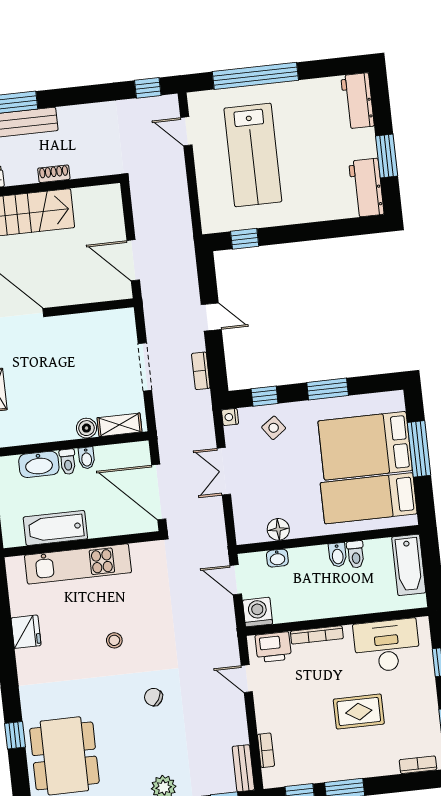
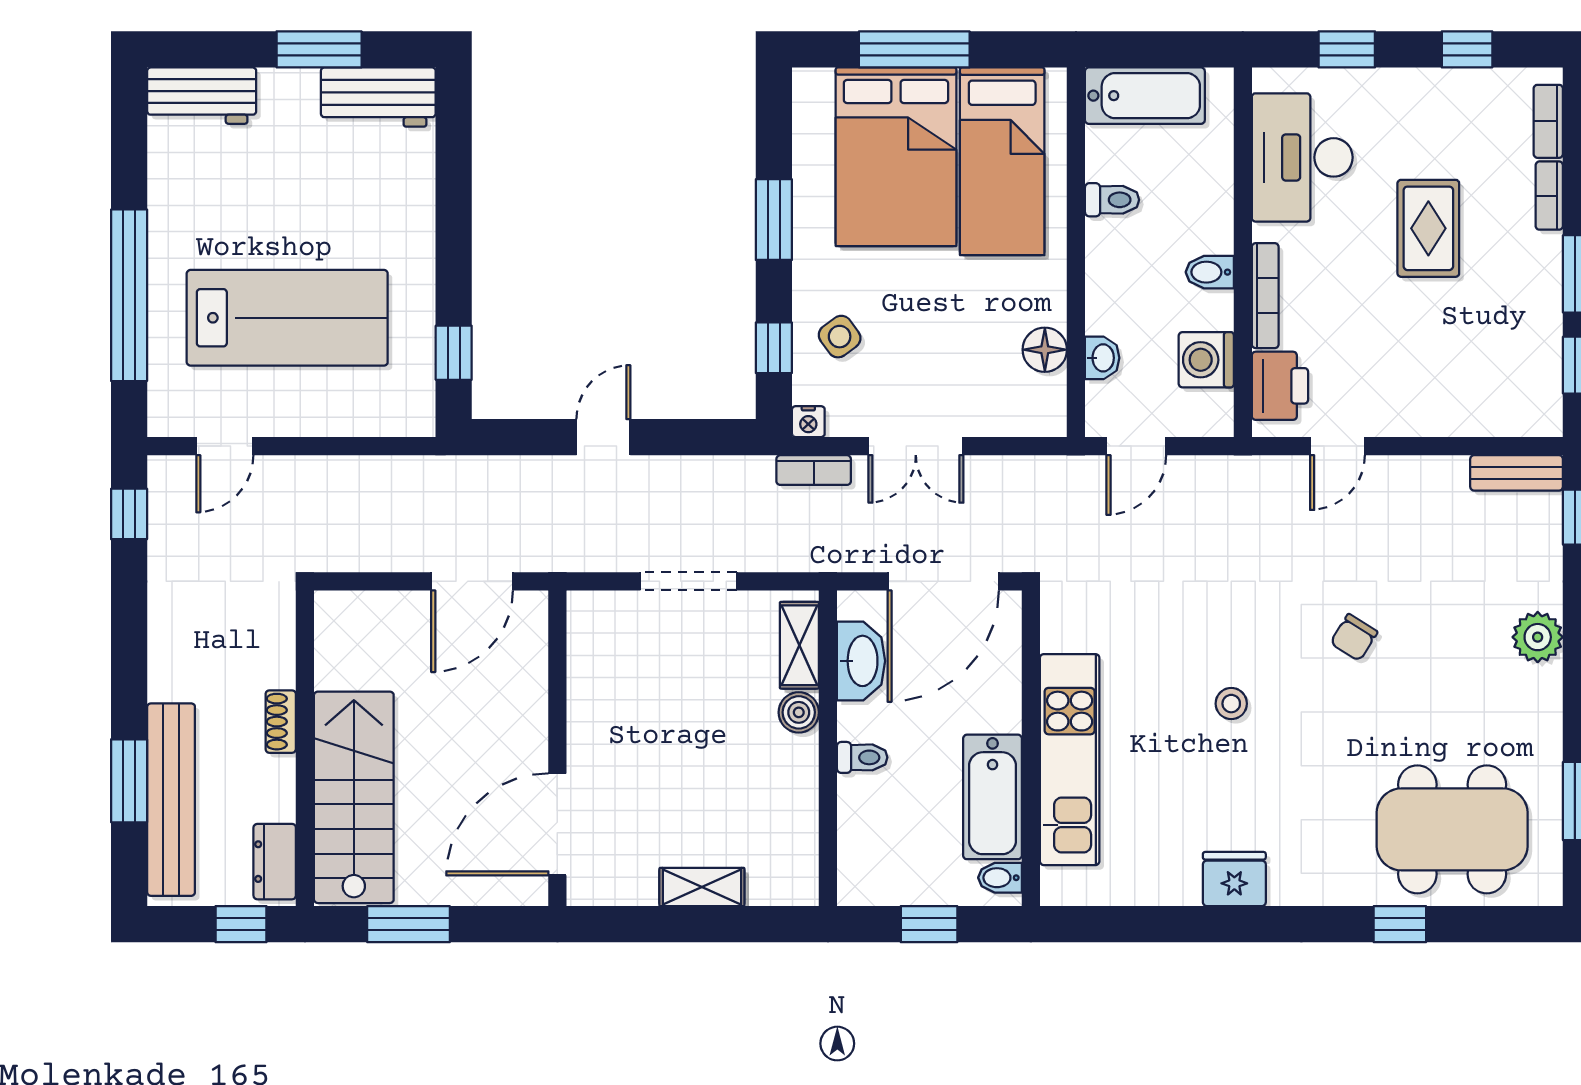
bookcase: (201, 371) -> (814, 470), moved
bidet: (87, 458) -> (1000, 878), moved, turned 180
washbasin: (39, 464) -> (861, 661), moved
bidet: (338, 555) -> (1210, 272), moved, turned 180
washing machine: (258, 612) -> (1206, 360), moved
fridge: (26, 632) -> (1234, 879), moved
bookcase: (266, 750) -> (1549, 196), moved, turned -90

